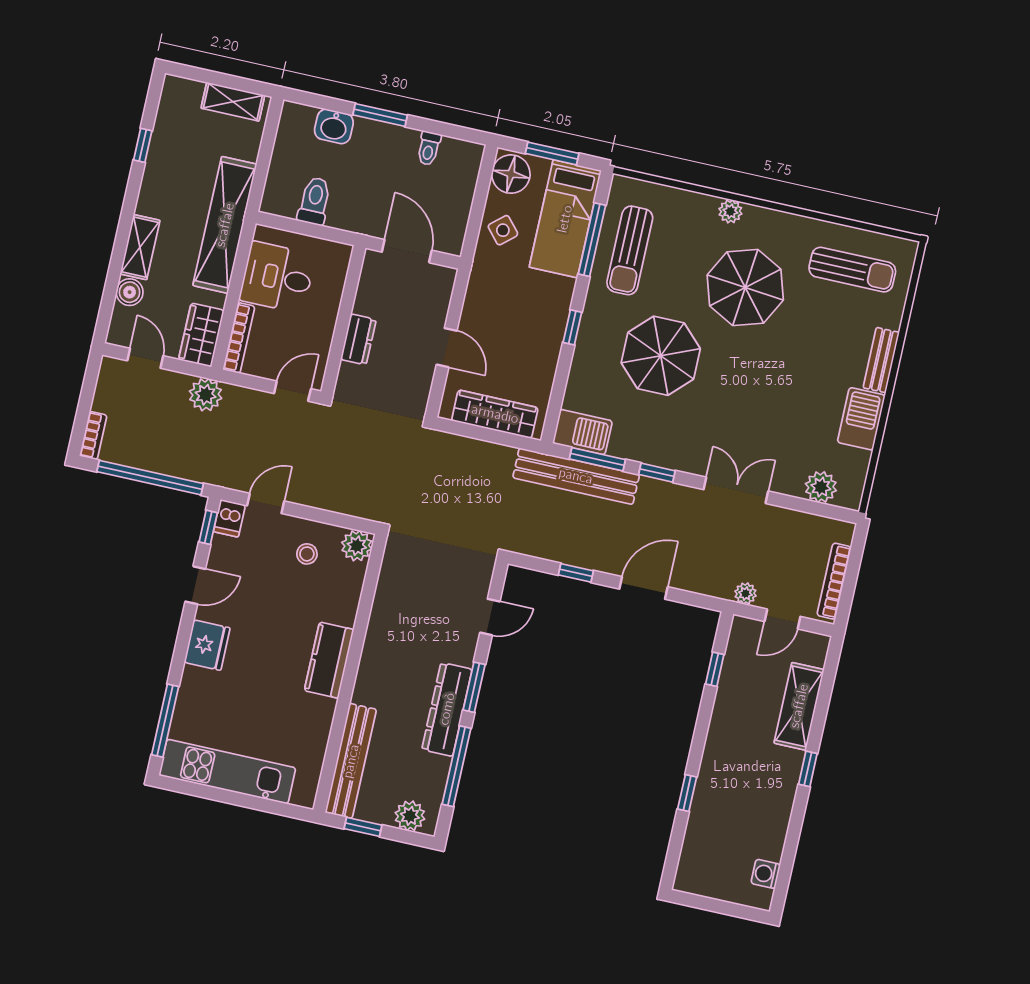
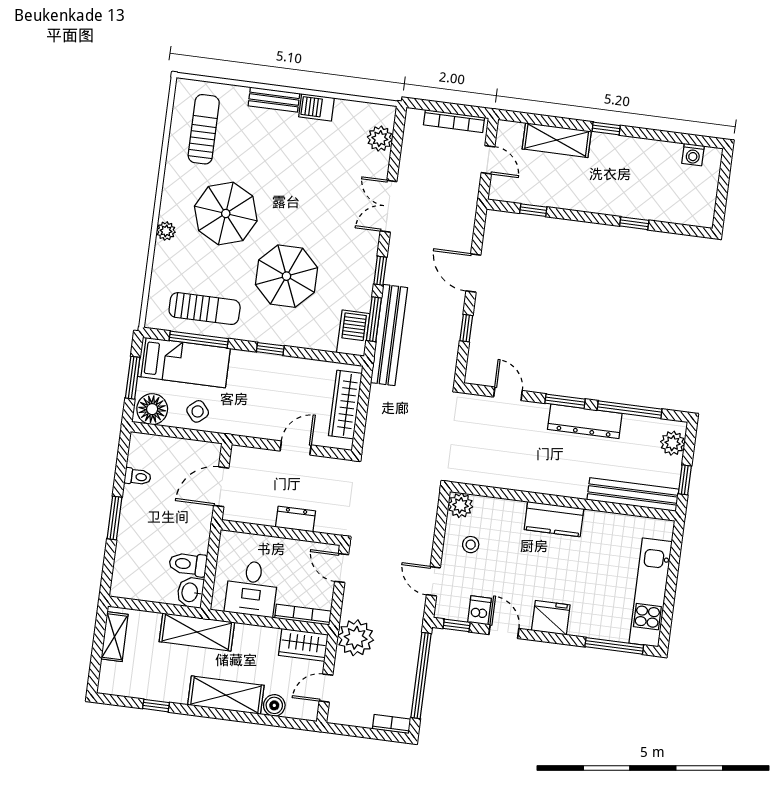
washbasin: (334, 126) -> (190, 592), moved, turned 180
shelving: (225, 225) -> (197, 632), width x0.68
shelving: (140, 247) -> (226, 695), width x1.50, depth x1.33
plant: (206, 395) -> (356, 638), width x1.36, depth x1.36
barbecue: (861, 419) -> (317, 107), width x0.73, depth x0.79
dishwasher: (229, 518) -> (479, 610), moved, turned -90
plant: (745, 594) -> (470, 191), removed

